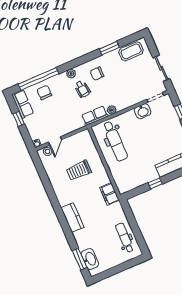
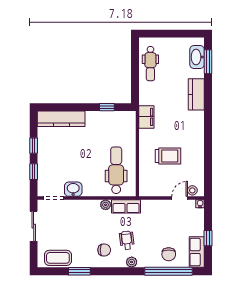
window: (155, 183) -> (107, 107), moved
kitchen counter: (73, 218) -> (196, 94), moved

